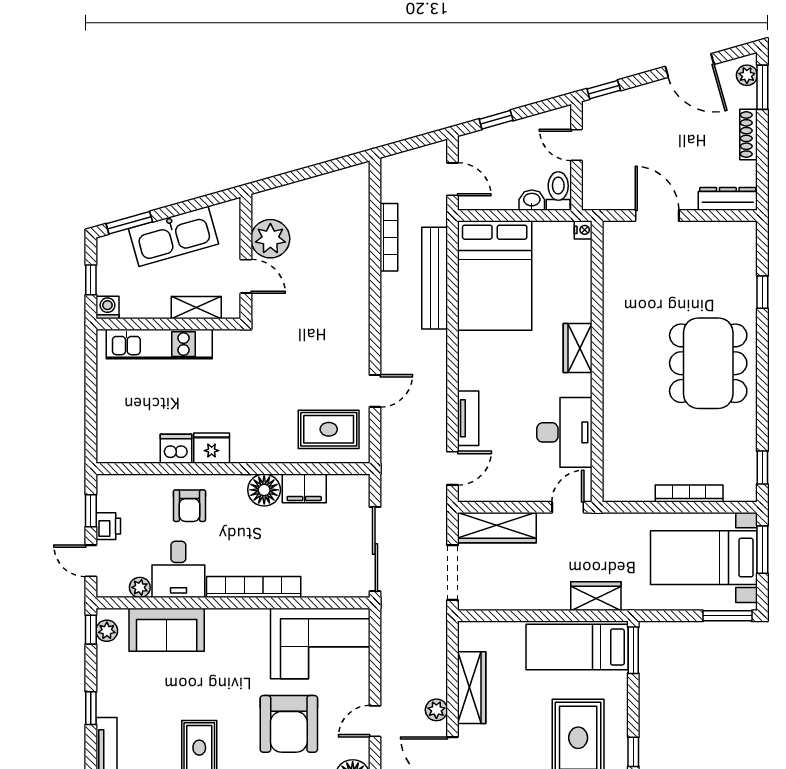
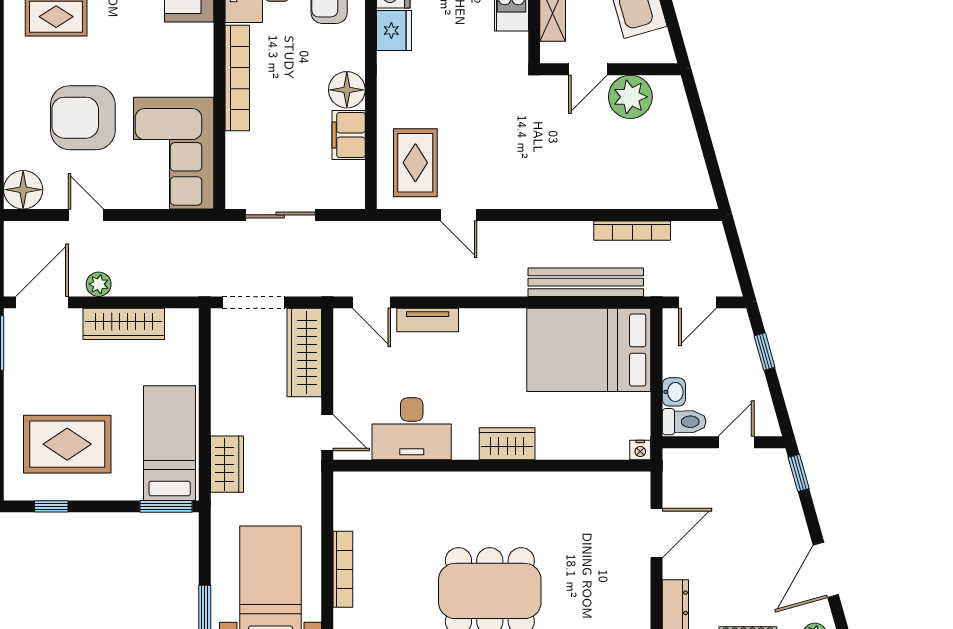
sliding door: (375, 549) -> (280, 215), width x0.73

